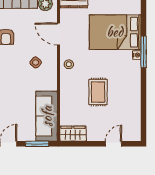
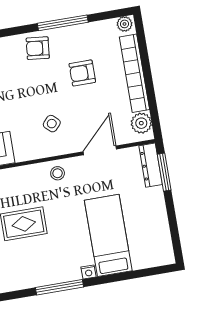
bed: (115, 32) -> (108, 235), width x0.67
window: (144, 52) -> (60, 287), moved

